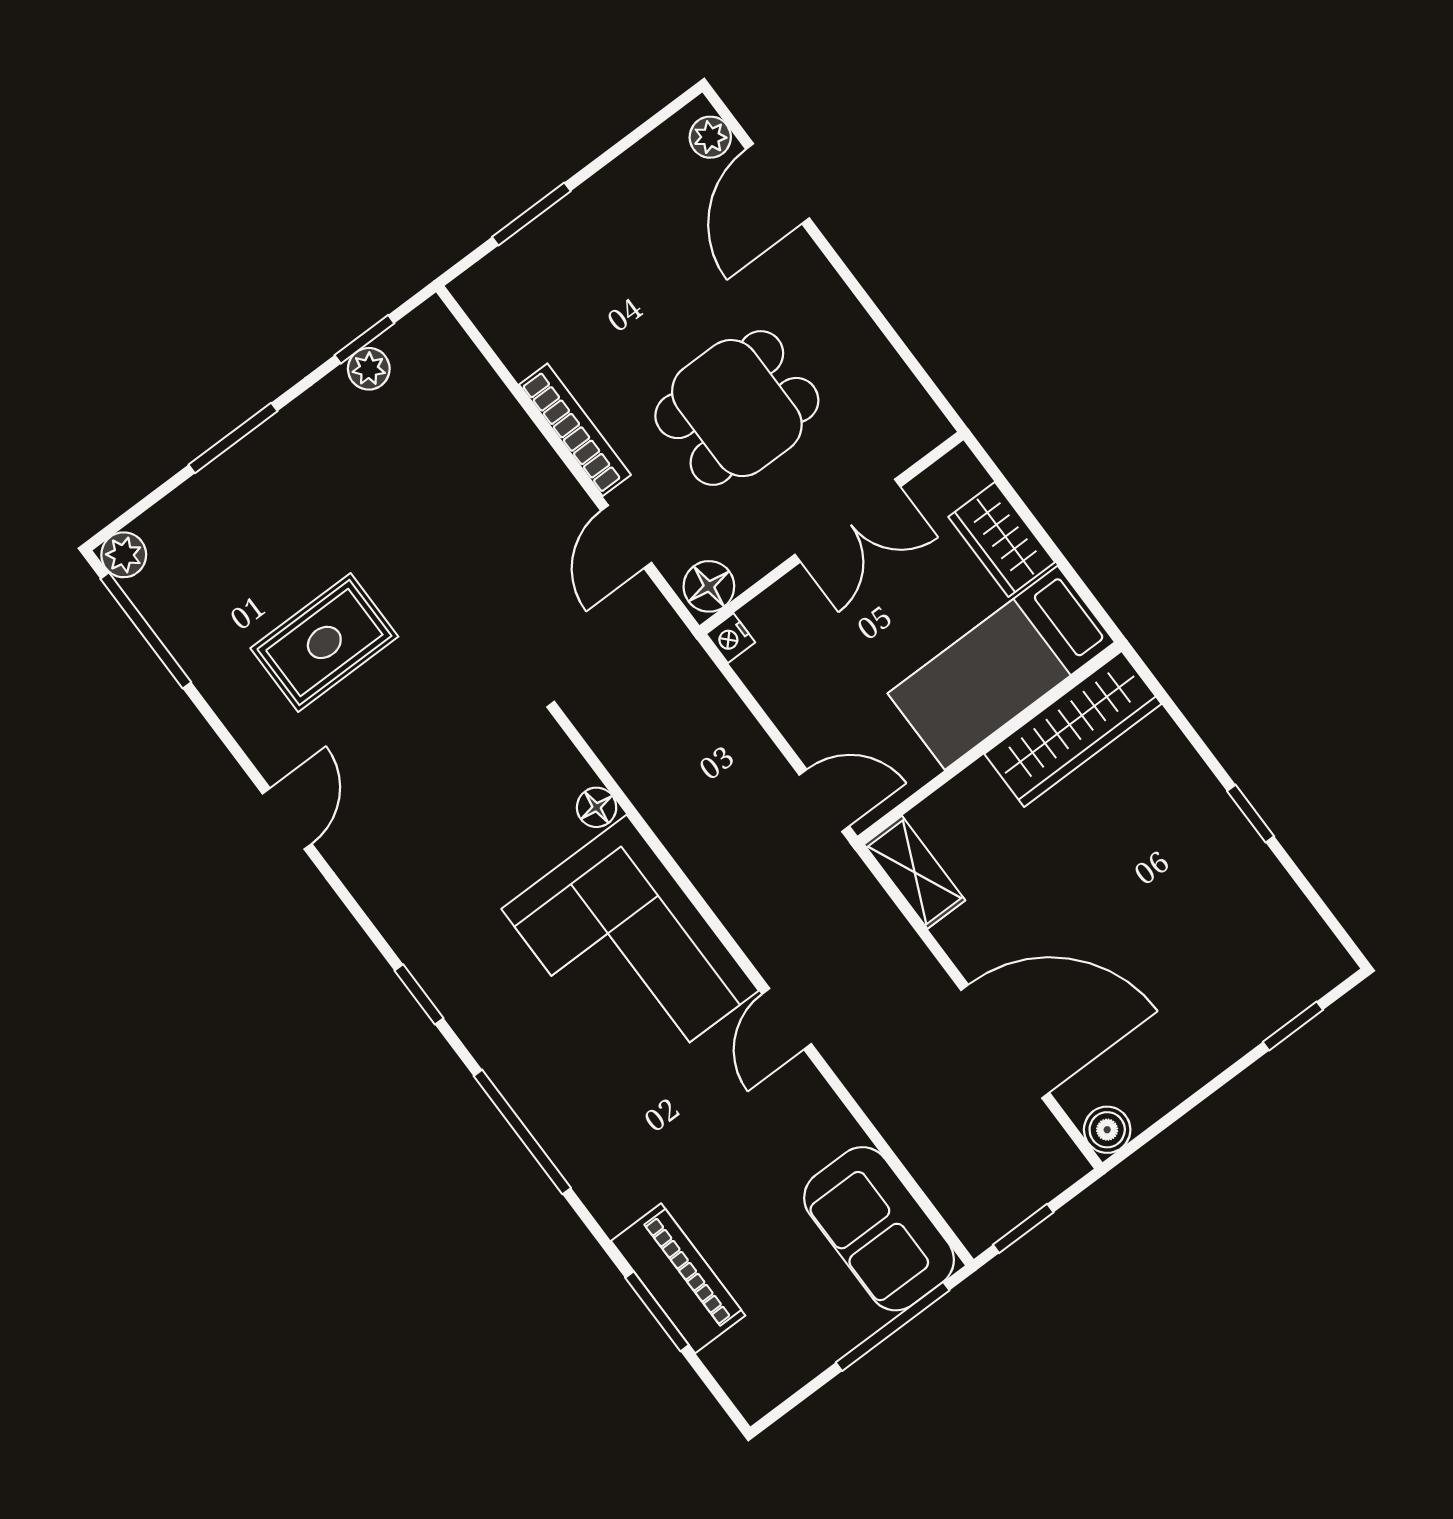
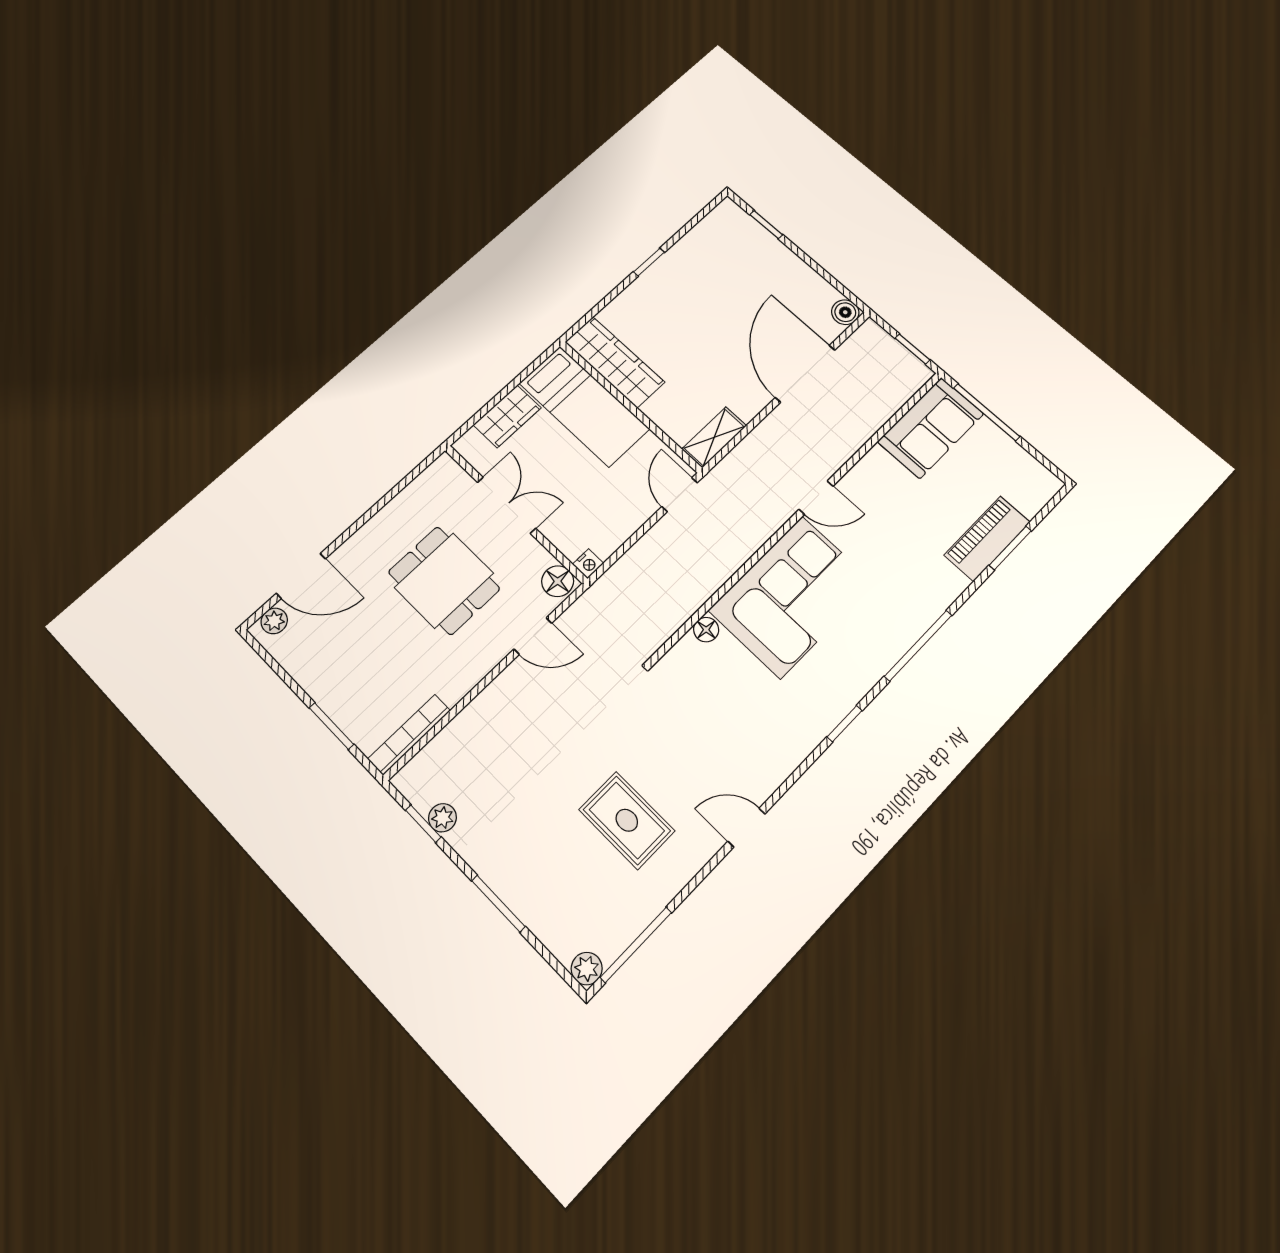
bookcase: (575, 430) -> (409, 735), moved

